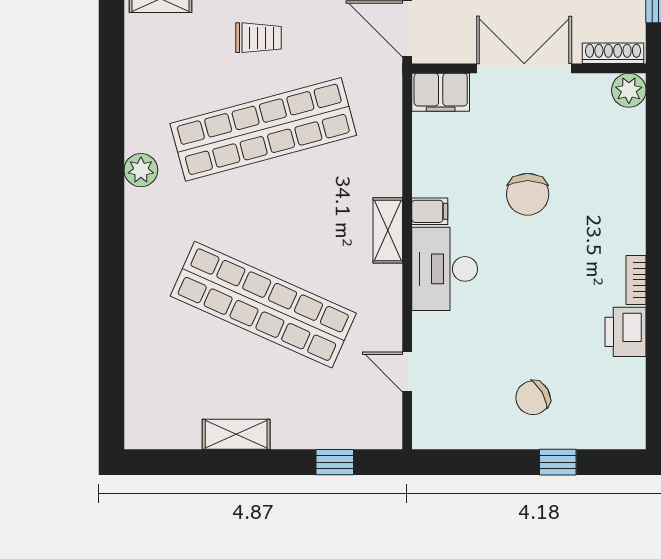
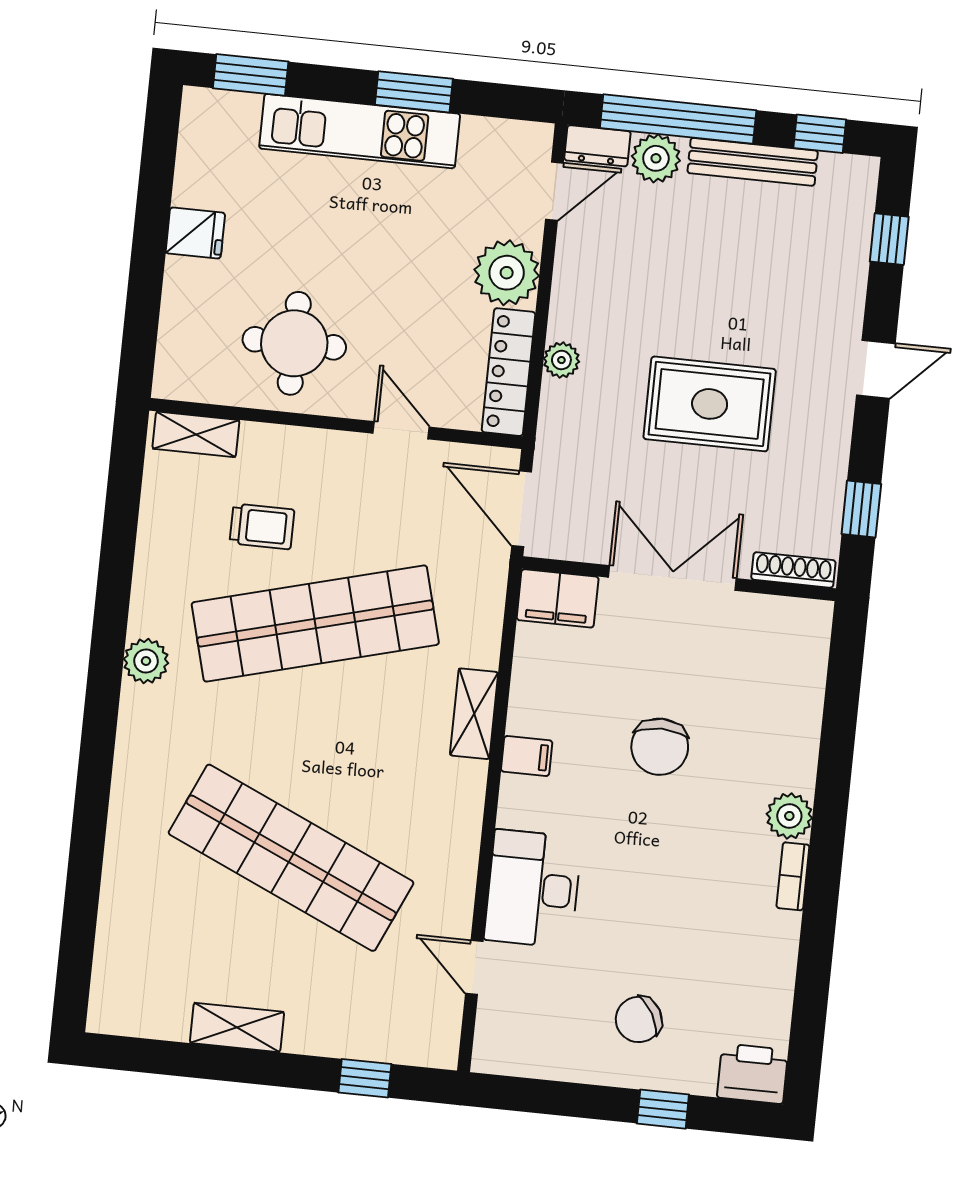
trolley: (258, 38) -> (262, 526), moved
plant: (629, 90) -> (789, 816), moved
shelving: (388, 230) -> (474, 714), moved
desk: (445, 269) -> (533, 889), moved
printer: (626, 332) -> (753, 1074), moved, turned 90

